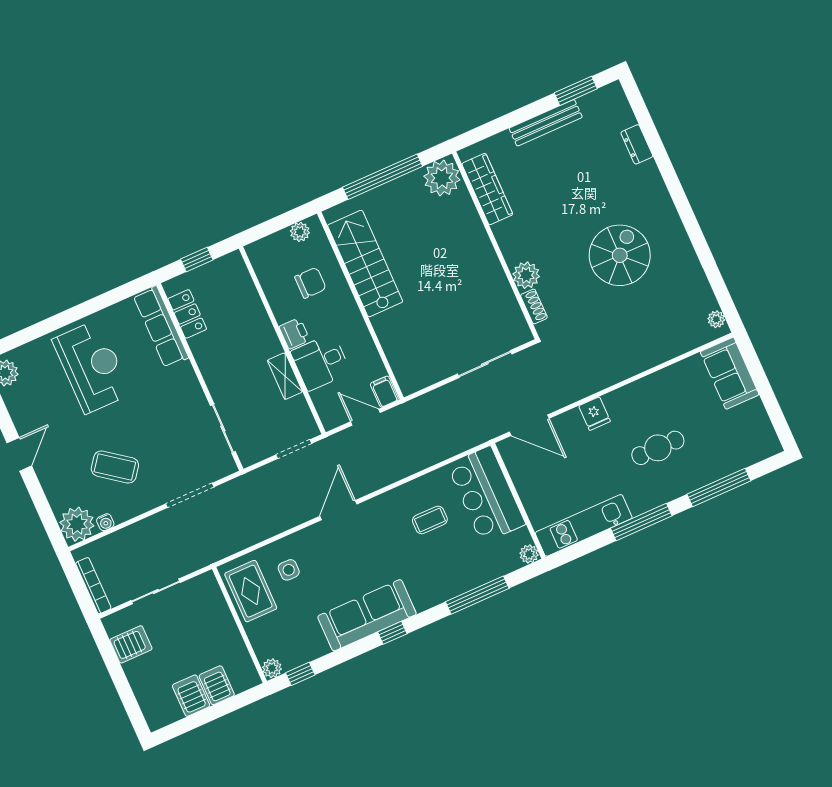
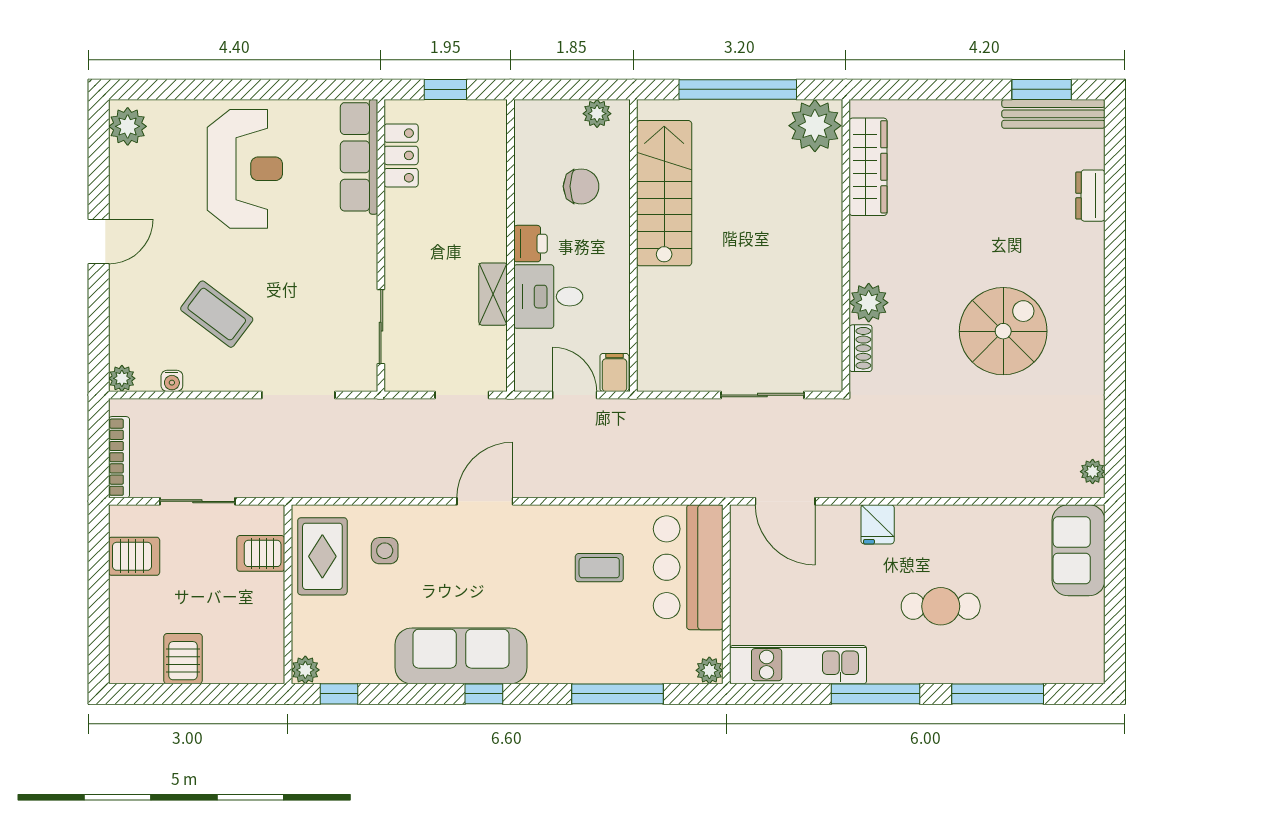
bench: (546, 123) -> (1053, 114), moved
plant: (77, 524) -> (122, 378), width x0.53, depth x0.53
server rack: (217, 685) -> (261, 553), moved, turned -90

